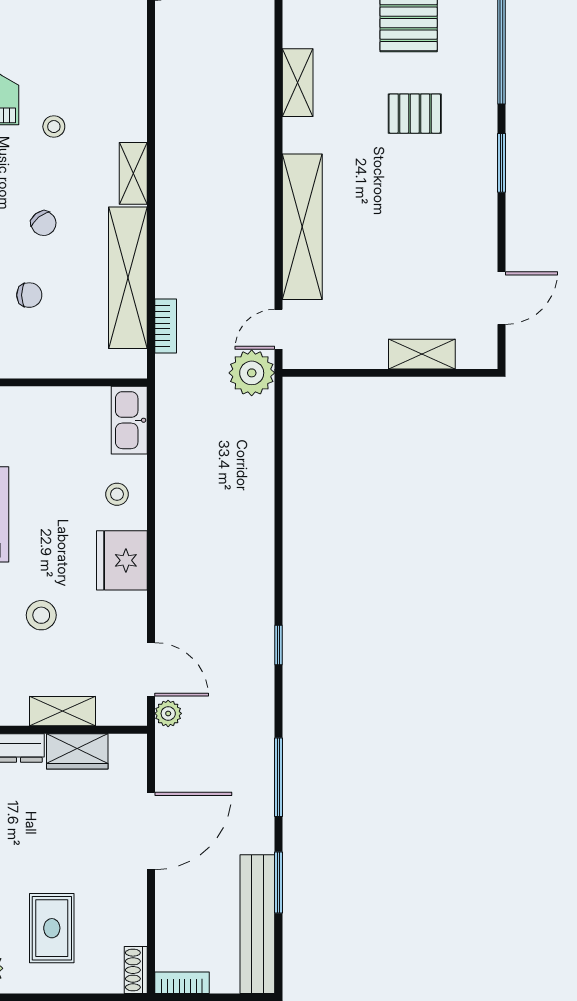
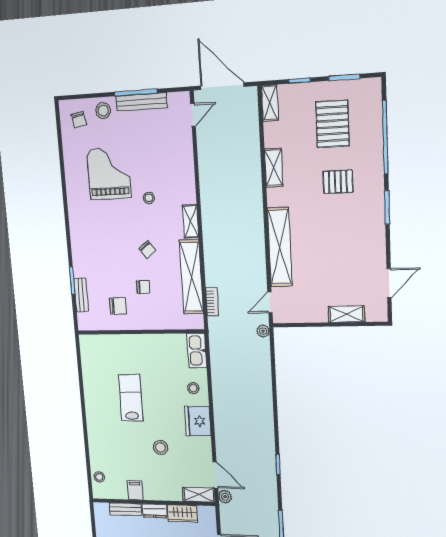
plant: (252, 373) -> (263, 331), width x0.53, depth x0.53
shelving: (62, 711) -> (199, 495), moved

